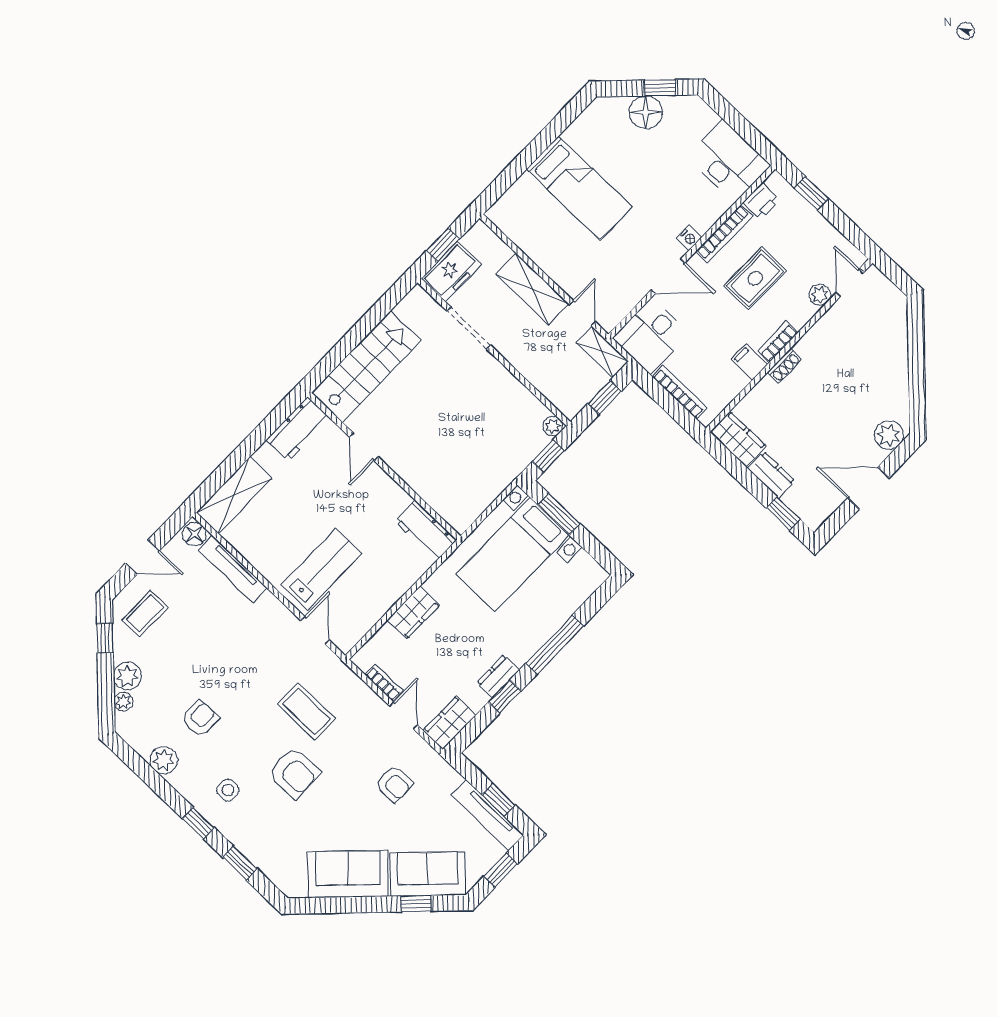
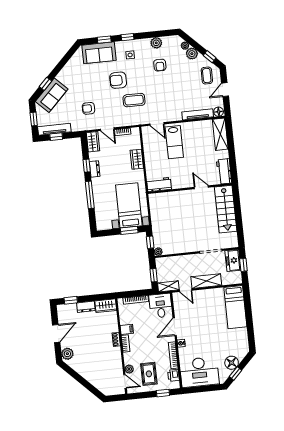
desk: (729, 161) -> (199, 372), width x1.36, depth x1.30
bed: (579, 188) -> (235, 307), moved, turned -90
rug: (755, 278) -> (149, 374), moved
sofa: (348, 874) -> (99, 53), moved, turned 45

